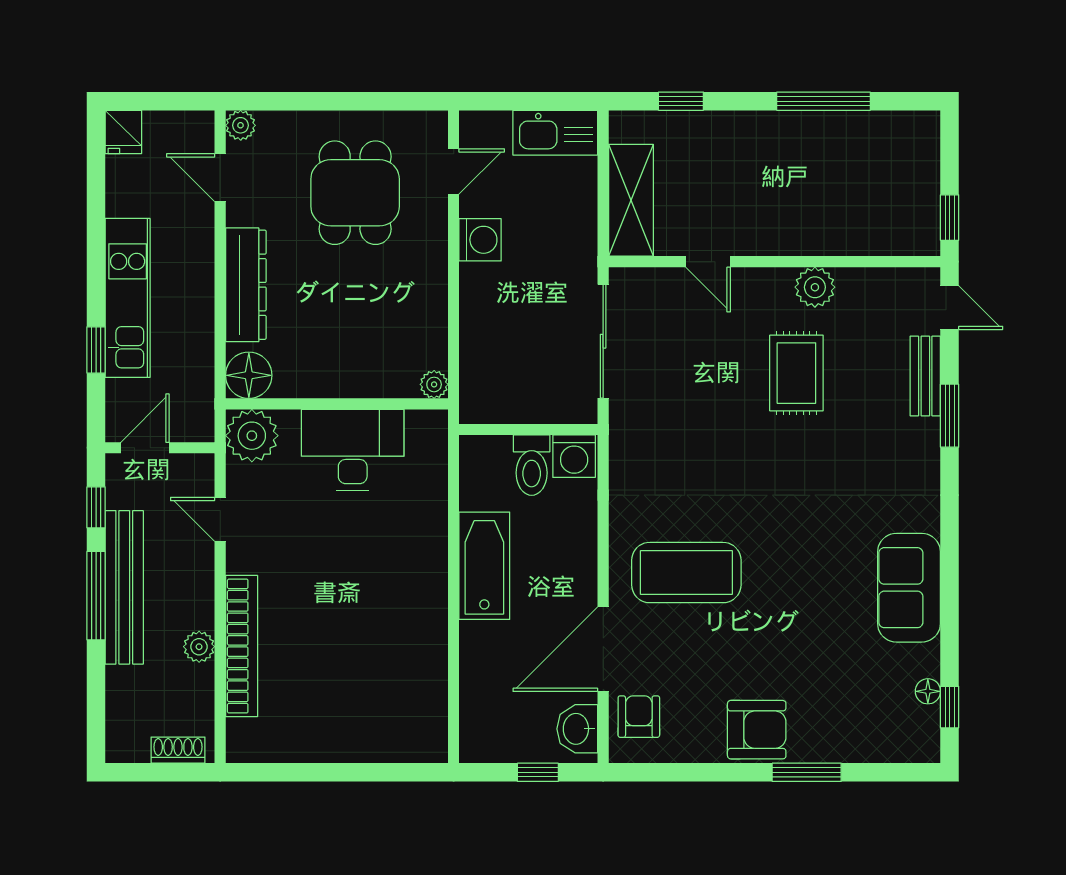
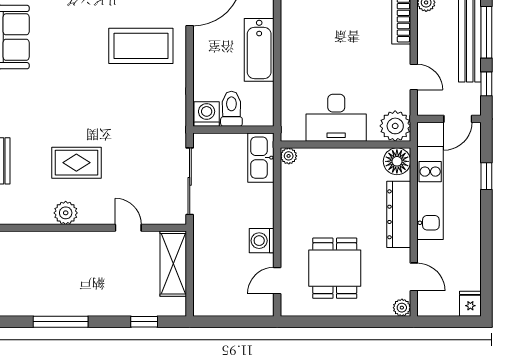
kitchen sink: (555, 133) -> (261, 158), moved, turned -90
kitchen unit: (128, 298) -> (430, 193), moved, turned 180
rug: (796, 373) -> (76, 163), turned 90

